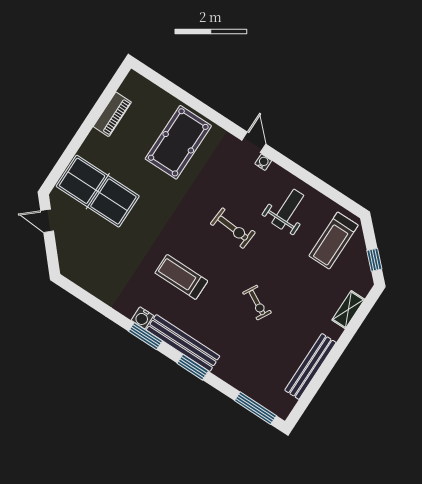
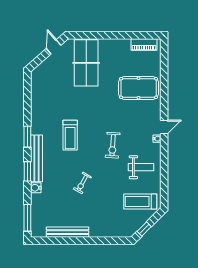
piano: (112, 114) -> (144, 44), moved
treadmill: (181, 277) -> (70, 135), turned 180
shelving: (348, 310) -> (110, 232), removed
water cooler: (142, 318) -> (36, 188), moved

